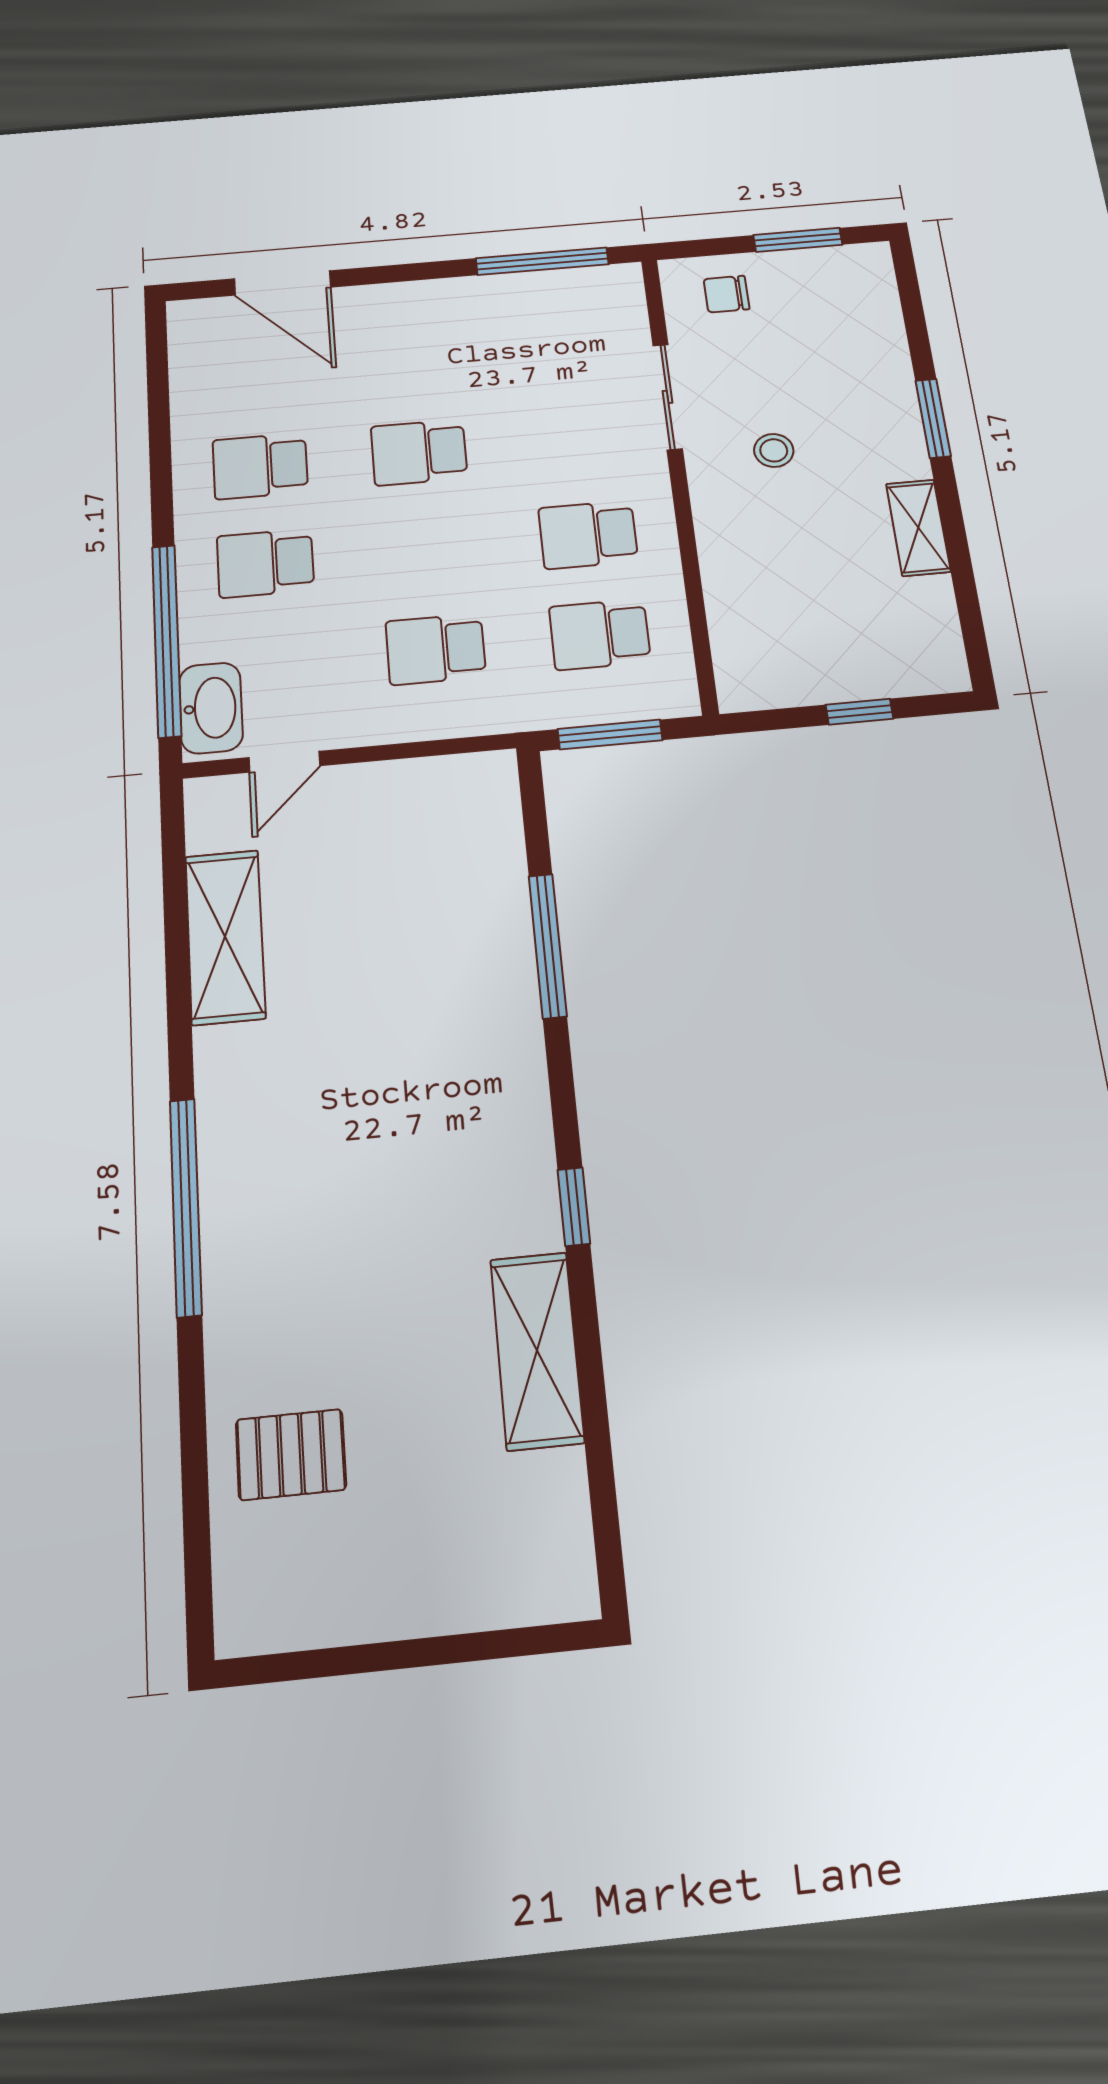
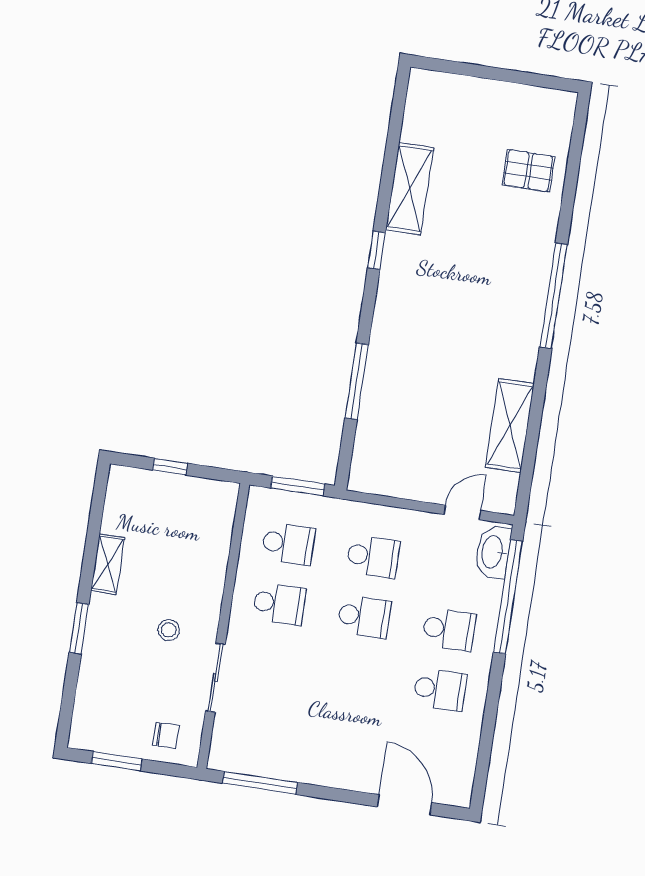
school desk: (419, 452) -> (364, 617), moved

